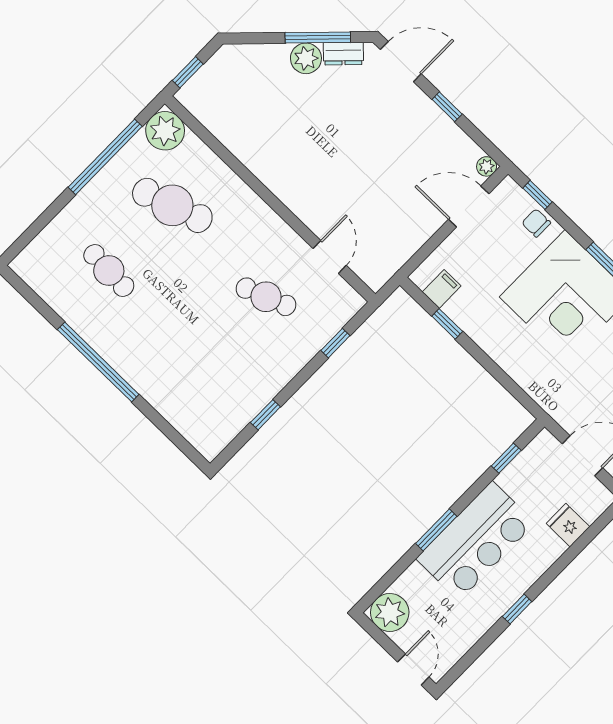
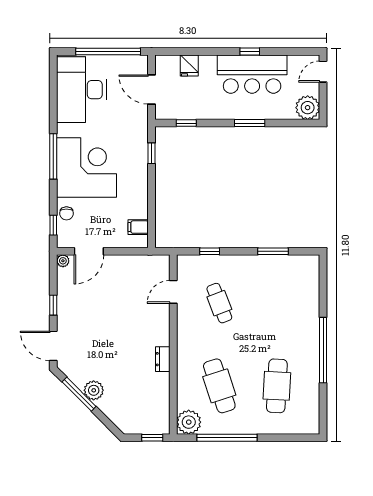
dresser: (343, 54) -> (163, 359), moved, turned -135
door: (469, 206) -> (89, 251), hinge flipped
cafe table: (109, 271) -> (277, 386), width x1.37, depth x1.35
window: (447, 324) -> (152, 153), moved
window: (265, 415) -> (273, 251), width x1.50
bar counter: (476, 541) -> (252, 74), moved, turned 180

